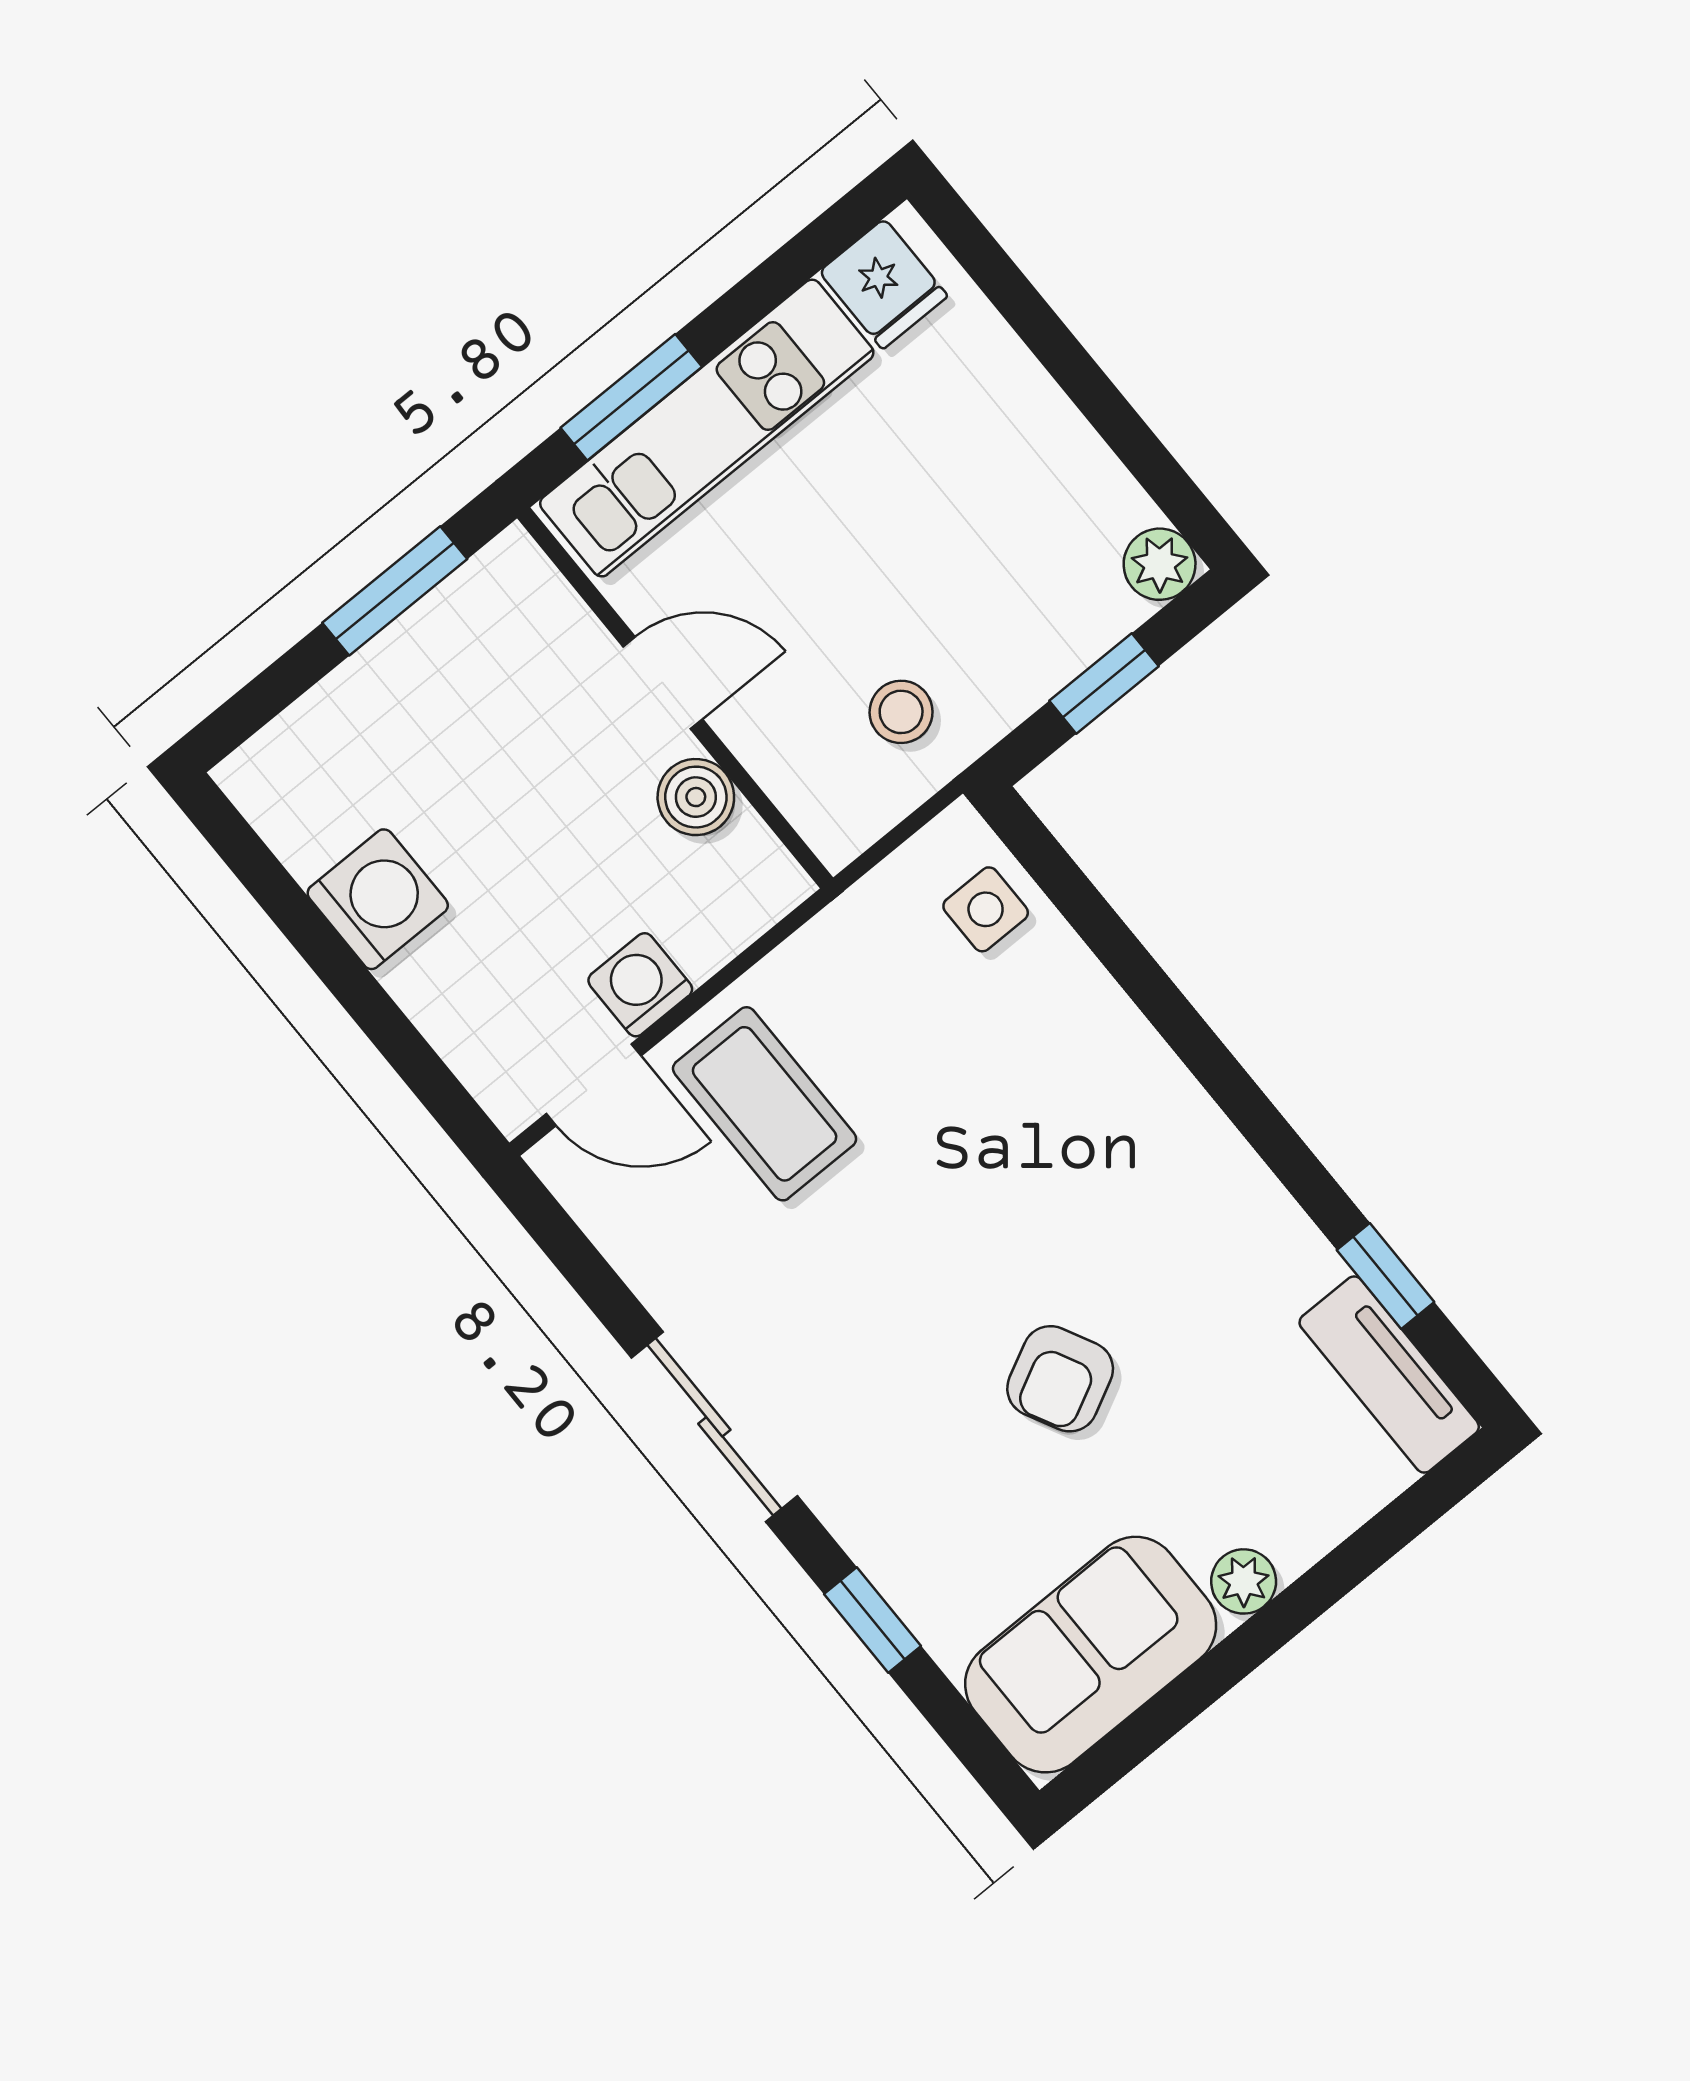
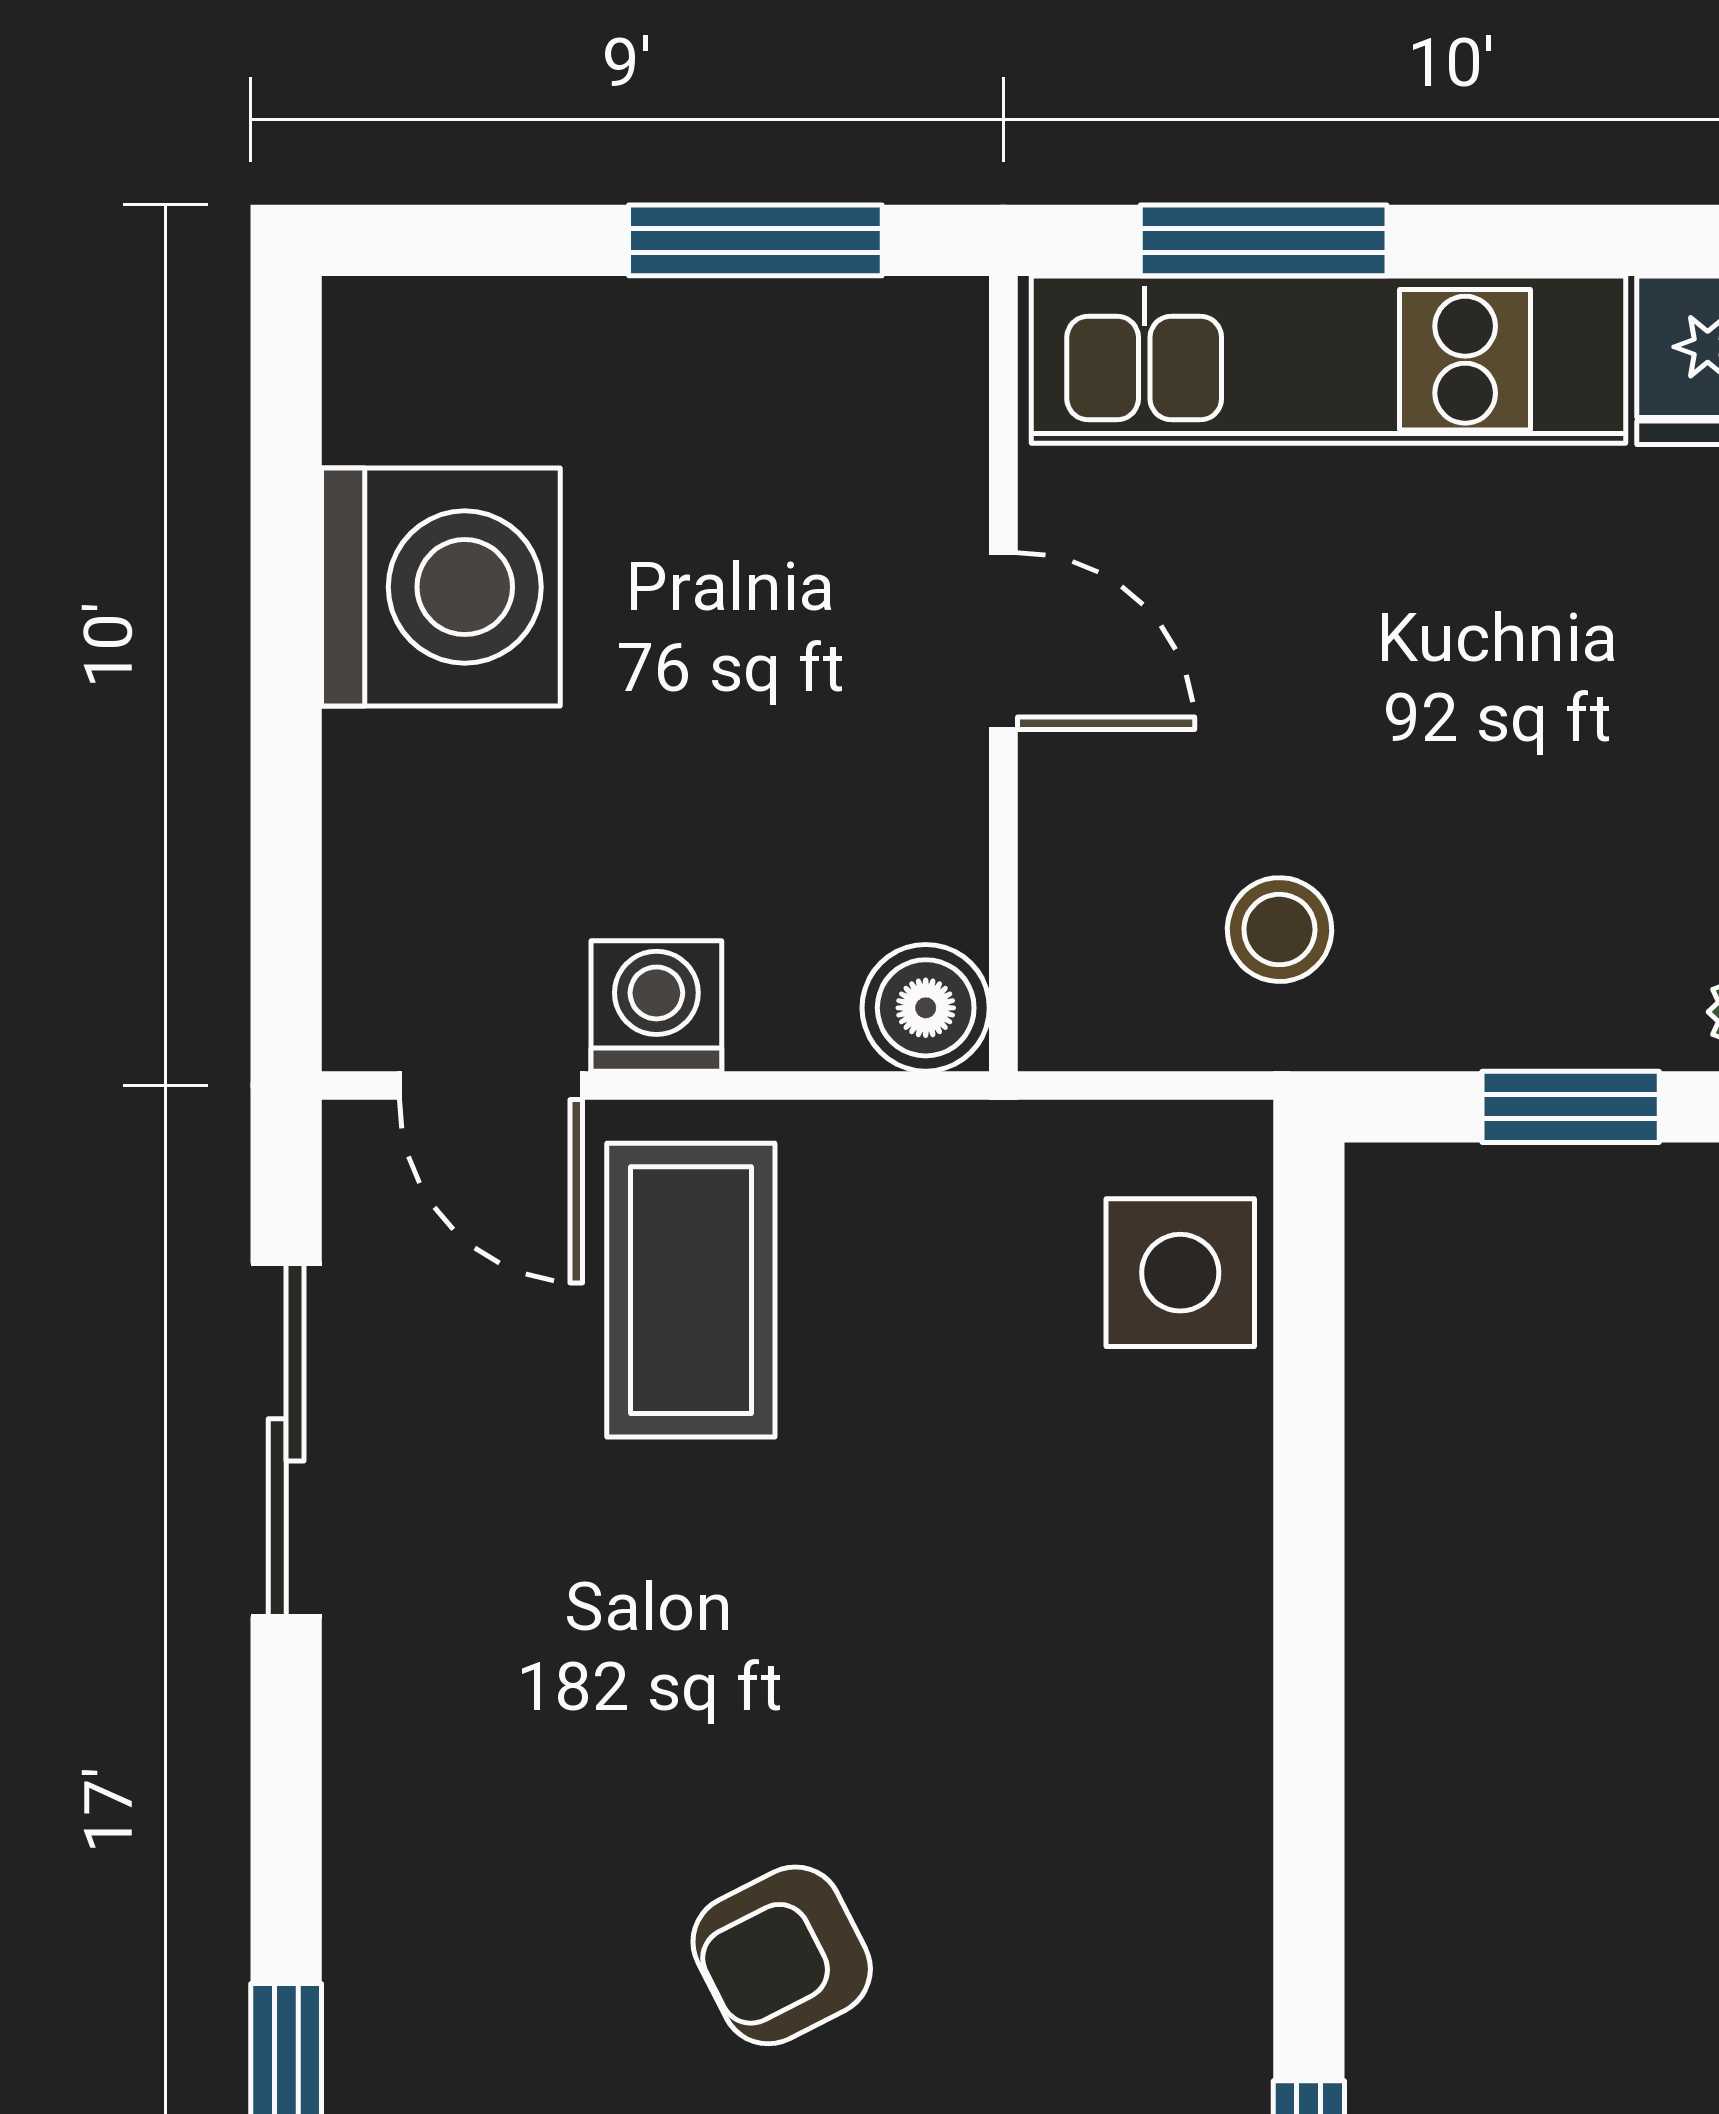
boiler: (696, 797) -> (926, 1008), moved
washing machine: (378, 899) -> (441, 587), width x1.37, depth x1.37
side table: (986, 909) -> (1180, 1273), width x1.37, depth x1.37
sliding door: (714, 1427) -> (286, 1440), moved

